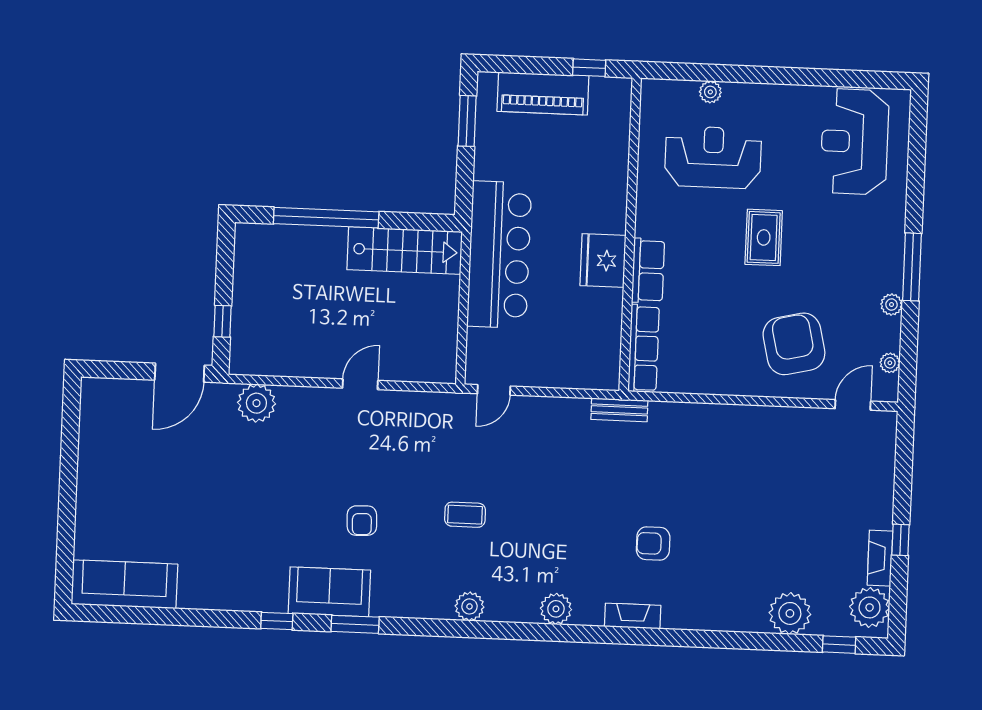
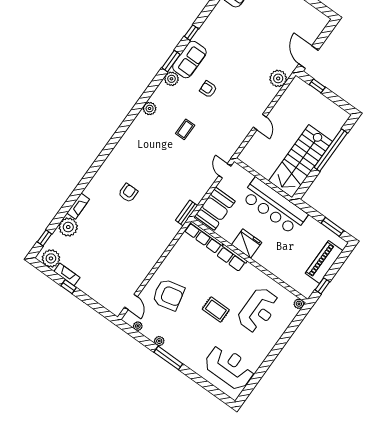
plant: (710, 92) -> (299, 304), moved
stairs: (405, 251) -> (300, 161), width x1.36, depth x1.51
booth: (577, 362) -> (215, 209), added
plant: (556, 609) -> (171, 79), moved
fireplace: (633, 616) -> (78, 206), moved

